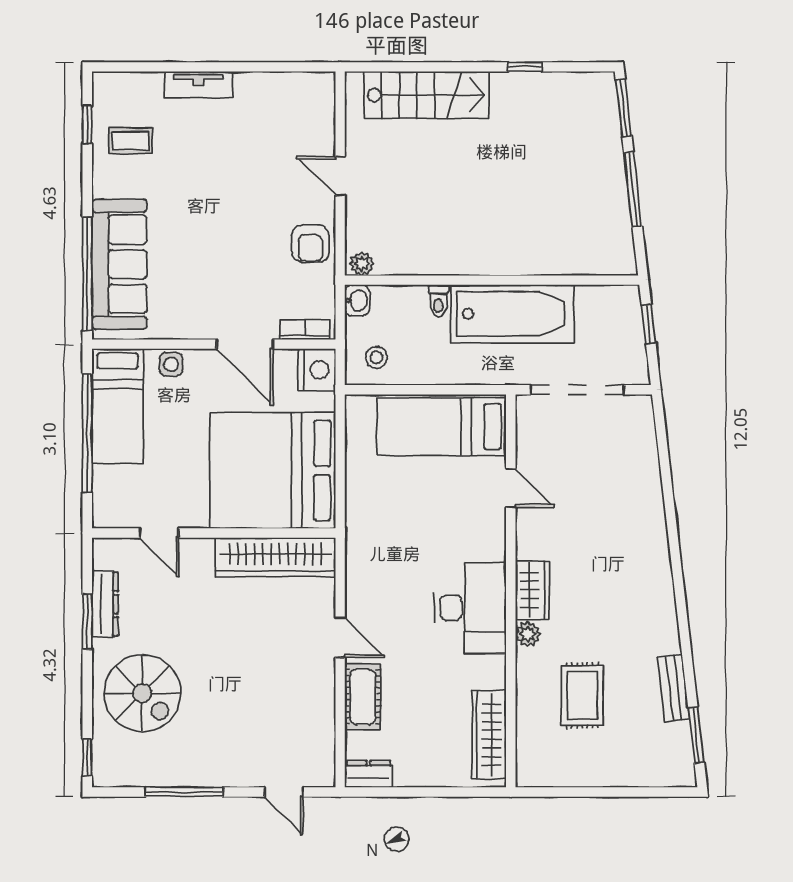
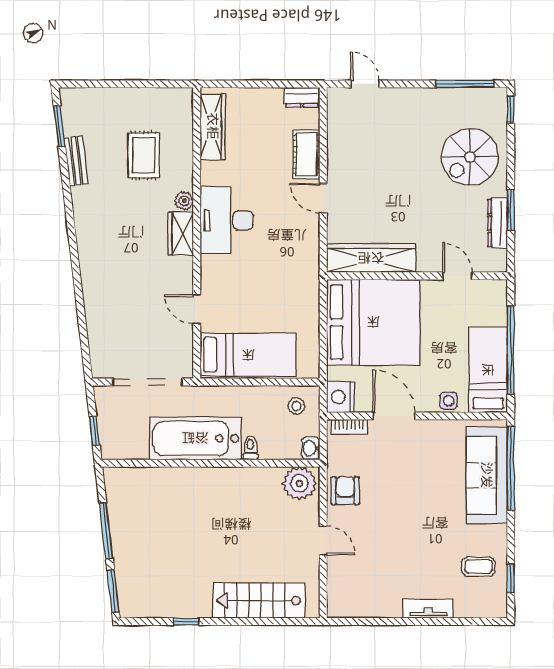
plant: (362, 264) -> (299, 483), width x1.88, depth x1.88
spiral stairs: (142, 693) -> (470, 157), turned -90
window: (184, 792) -> (465, 84), moved

